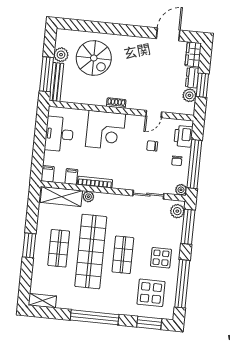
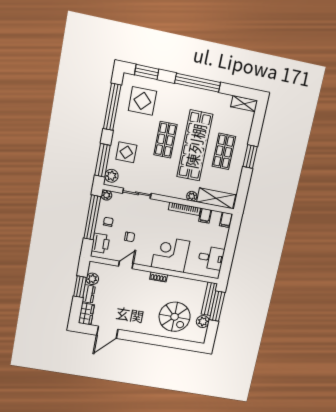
spiral stairs: (94, 58) -> (175, 317), turned 180
desk: (59, 134) -> (211, 258), width x0.73
display table: (161, 258) -> (126, 152), moved

